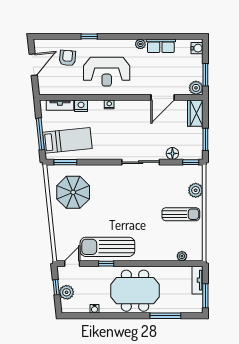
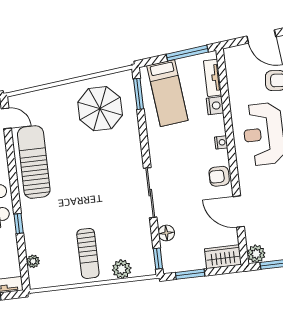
armchair: (134, 109) -> (219, 176), added
window: (40, 134) -> (187, 53), moved
window: (106, 264) -> (19, 223), moved

